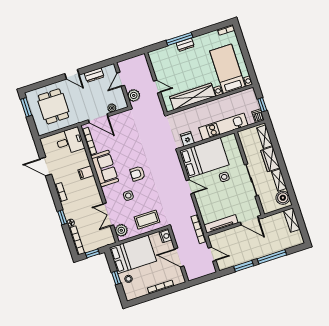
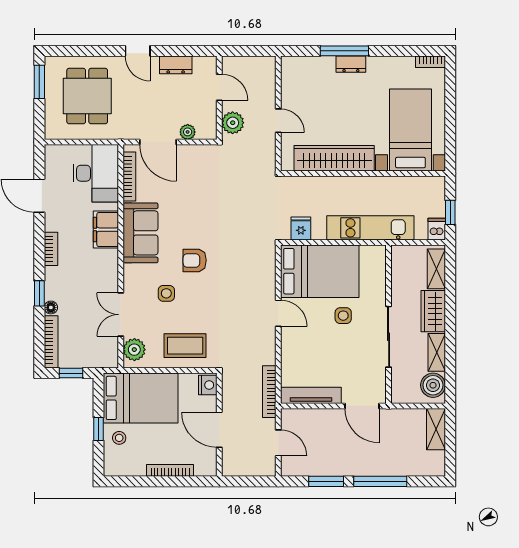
door: (121, 79) -> (219, 87), swing flipped
desk: (70, 141) -> (96, 173), width x1.37
filing cabinet: (86, 173) -> (106, 230), width x2.00

